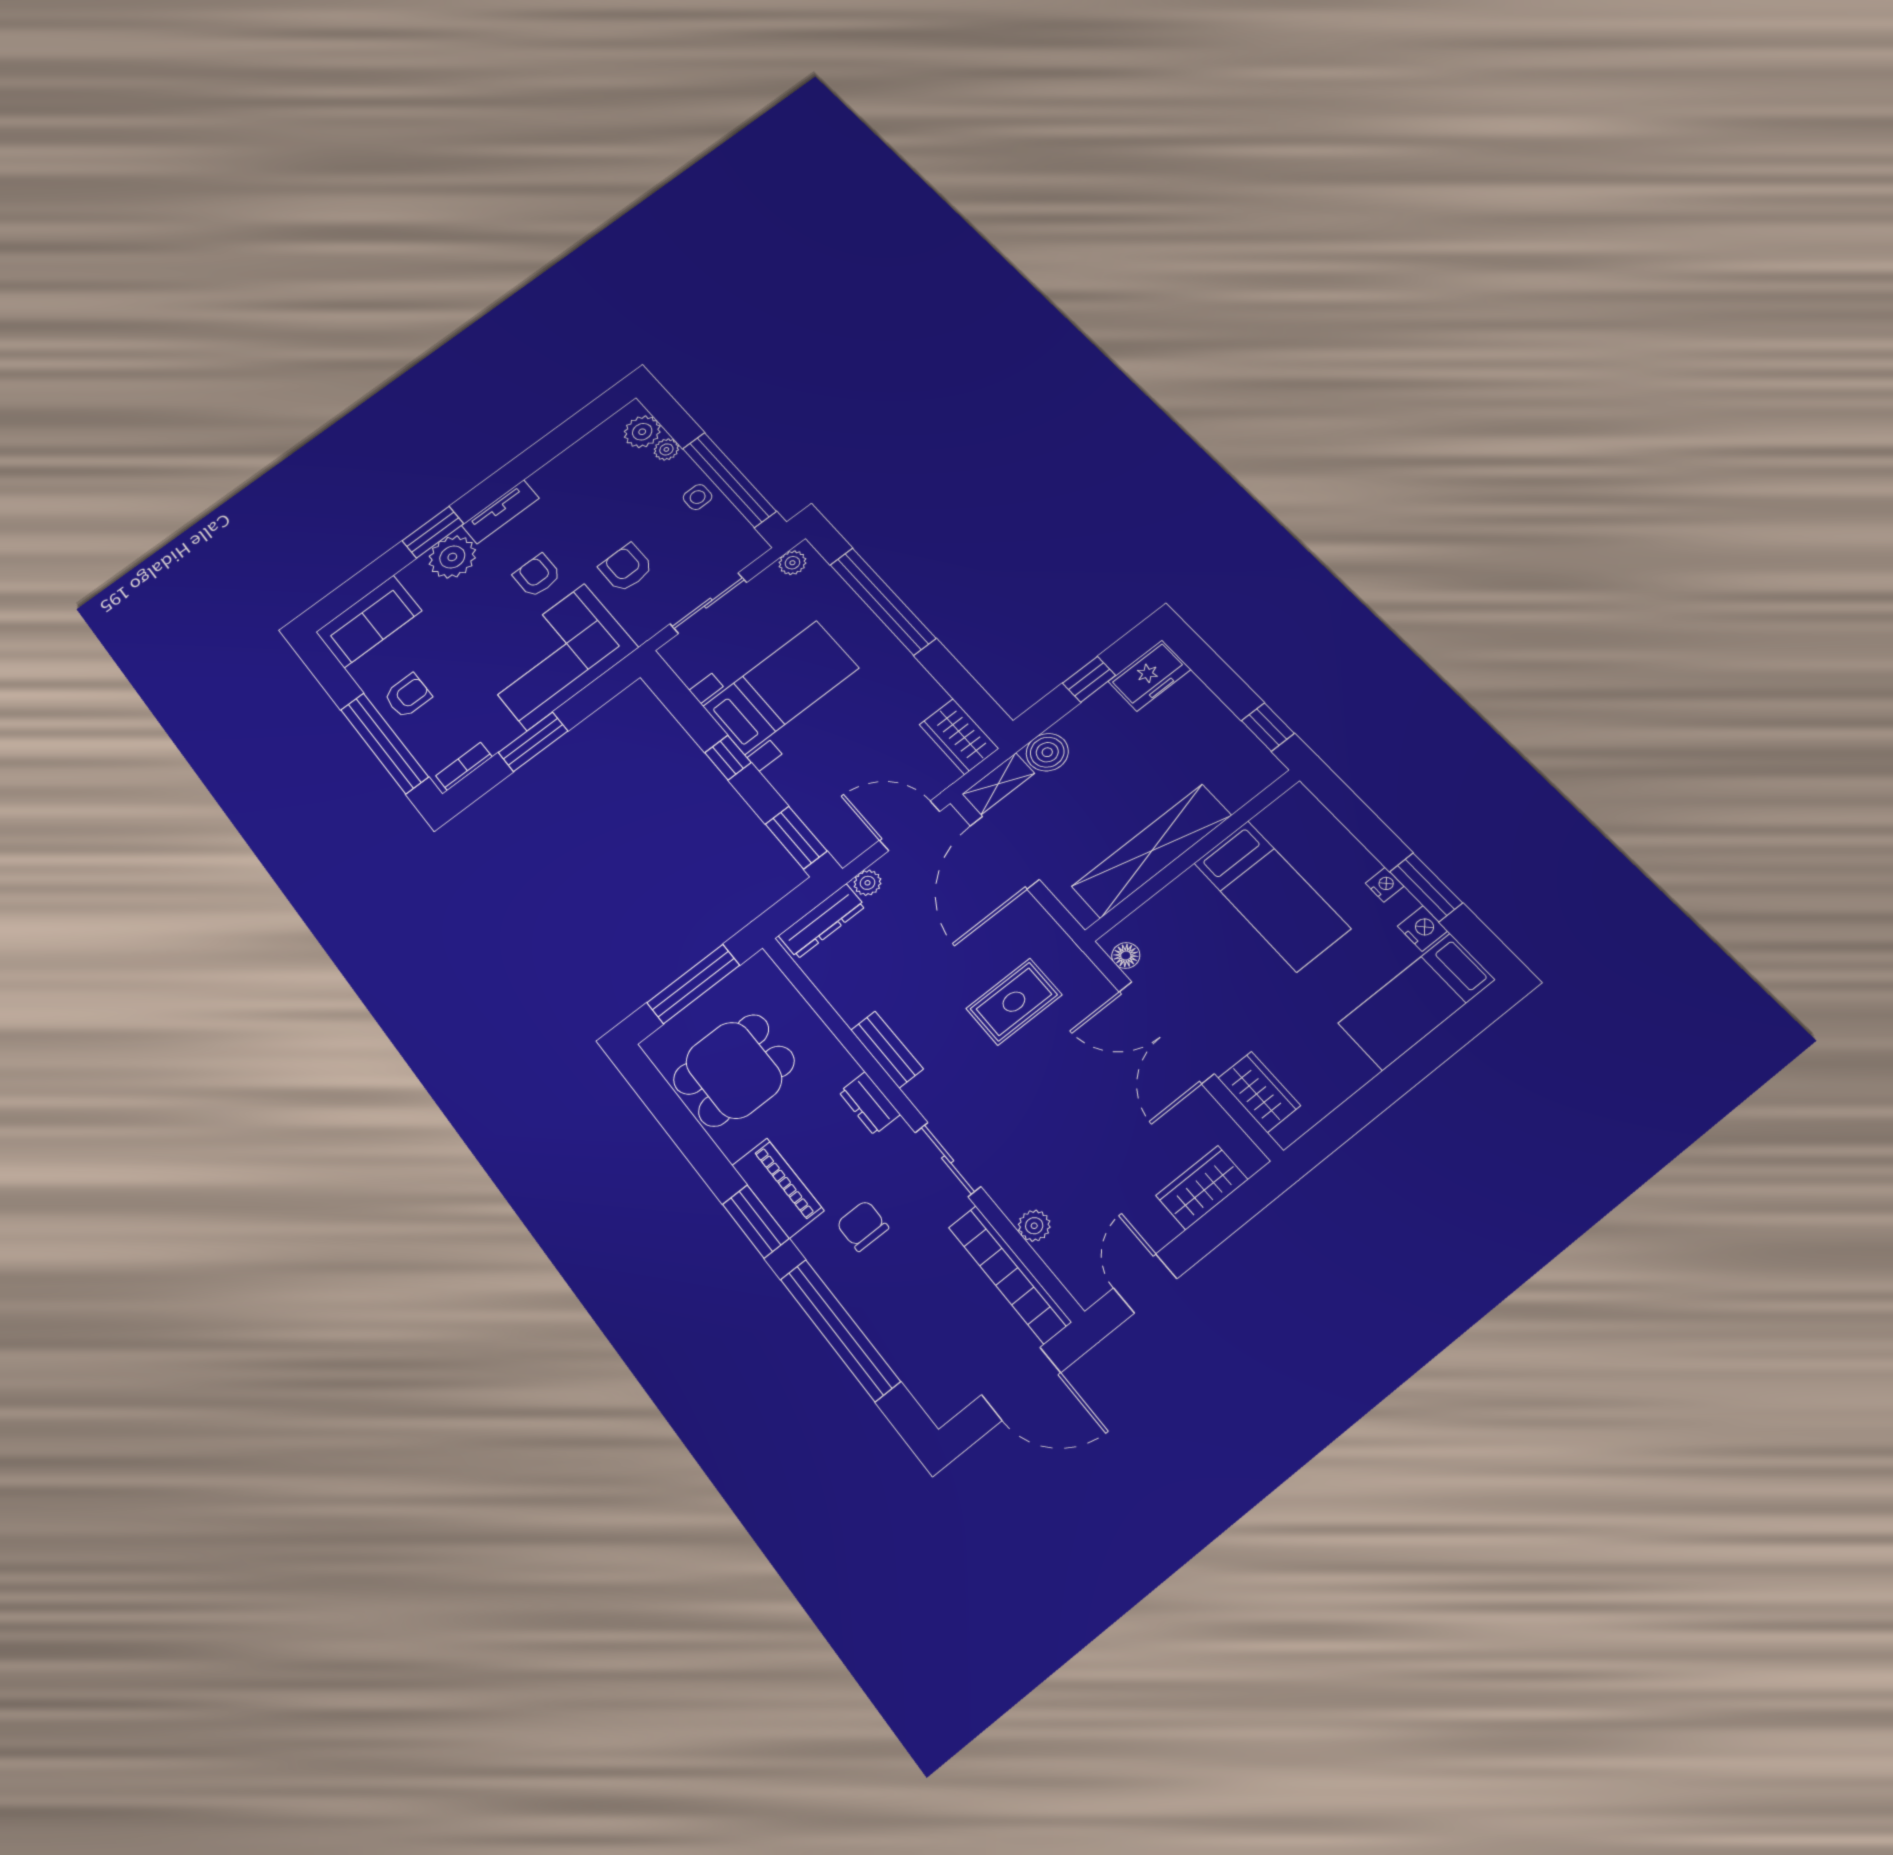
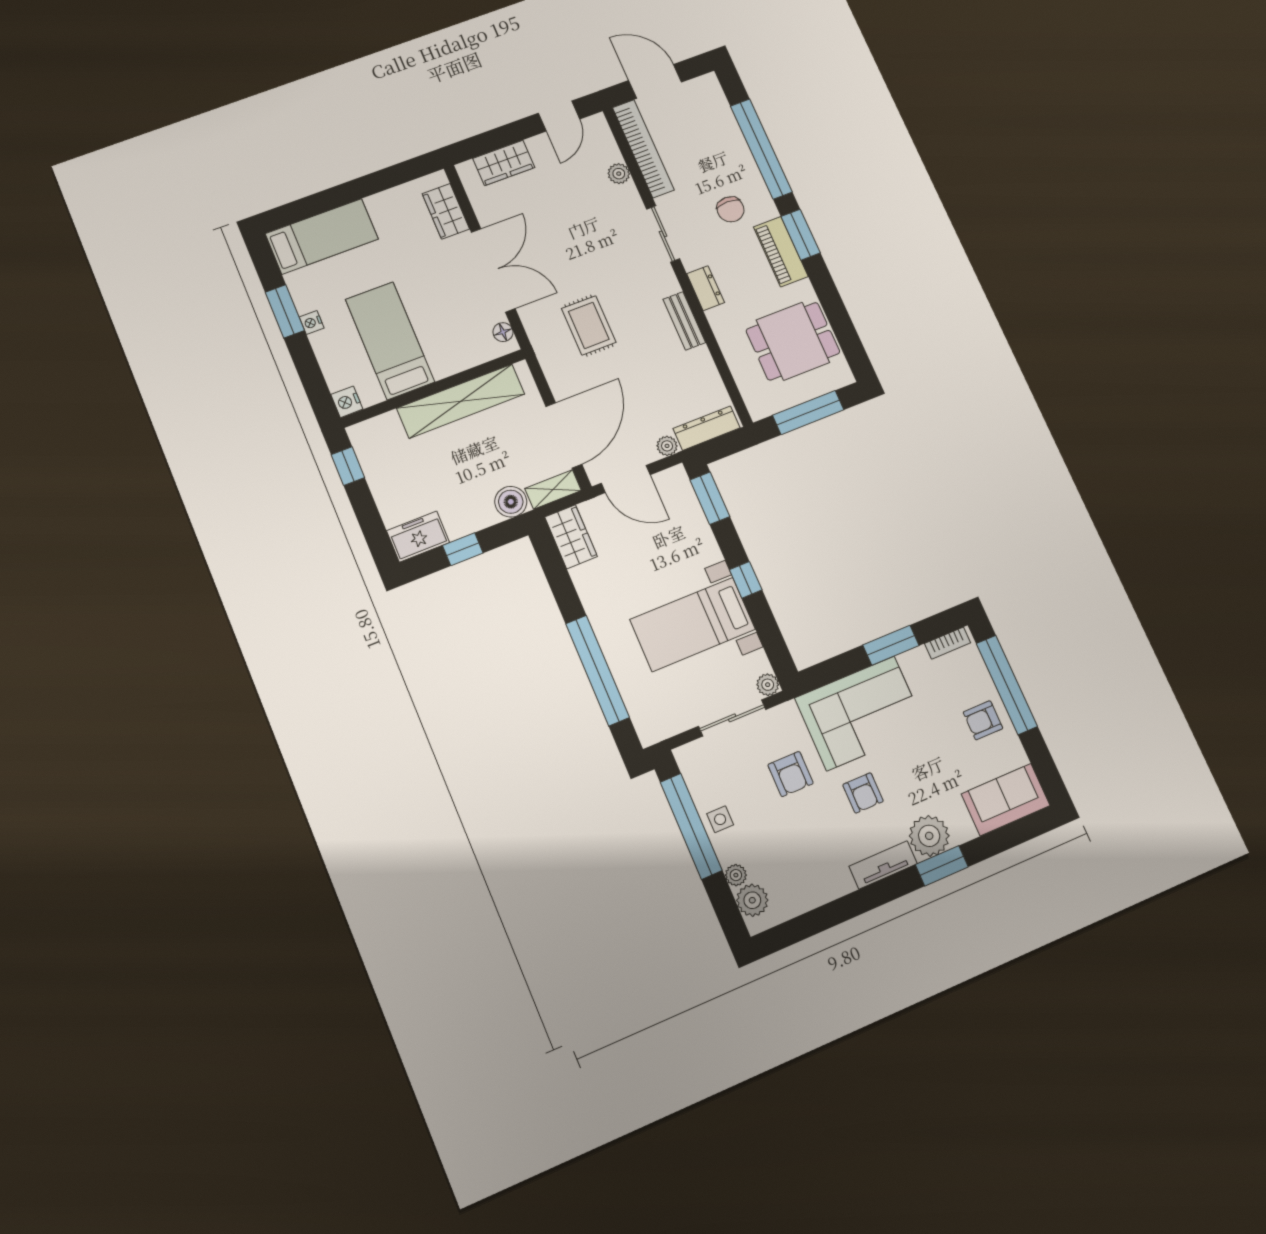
plant: (792, 563) -> (768, 685), moved
nightstand: (1422, 929) -> (347, 402), moved
rug: (1014, 1002) -> (589, 325), turned 90

